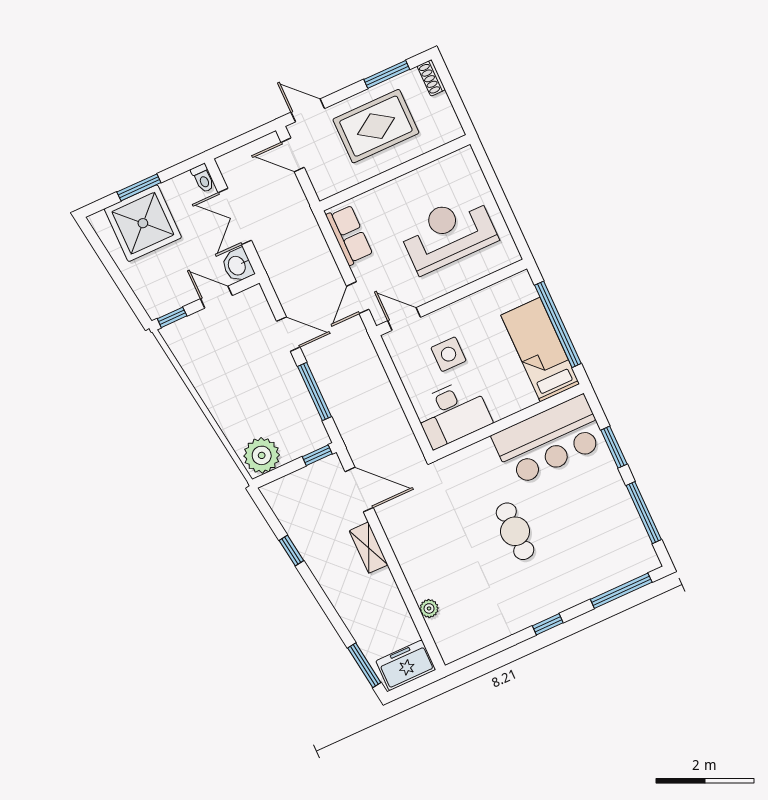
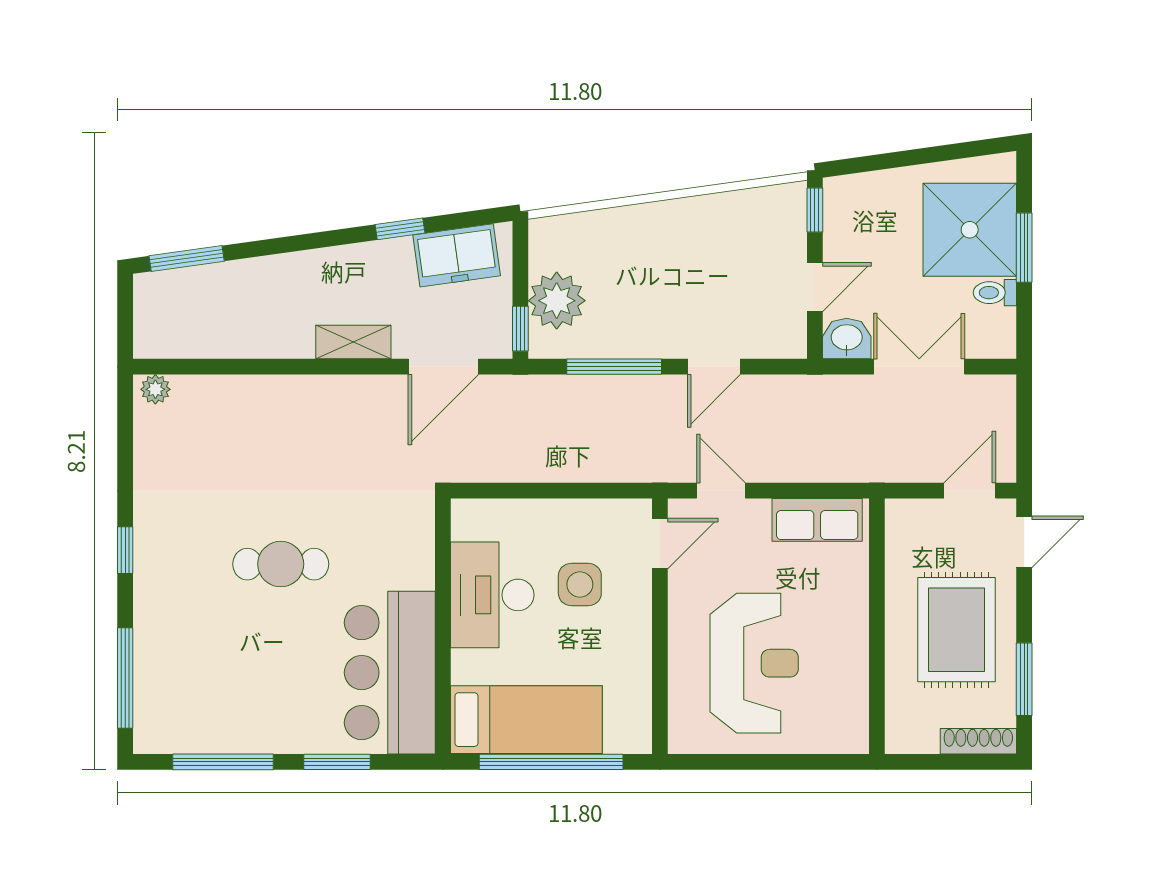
shoe rack: (431, 78) -> (978, 741), width x1.43
toilet: (203, 178) -> (995, 293), moved
desk: (452, 413) -> (492, 595), moved
plant: (262, 455) -> (557, 301), moved
plant: (429, 608) -> (155, 389), moved
freezer: (406, 665) -> (457, 255), moved, turned 82

